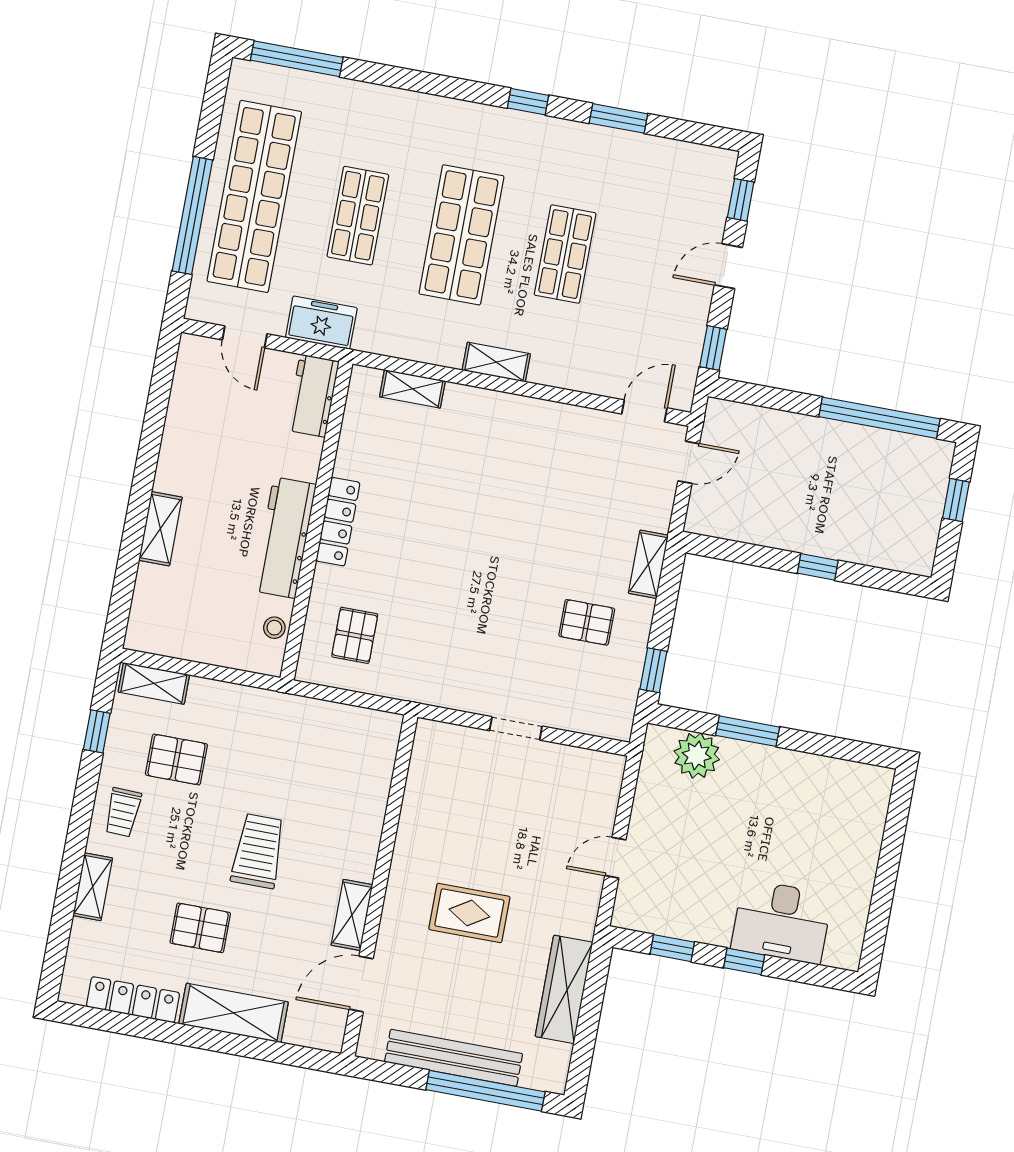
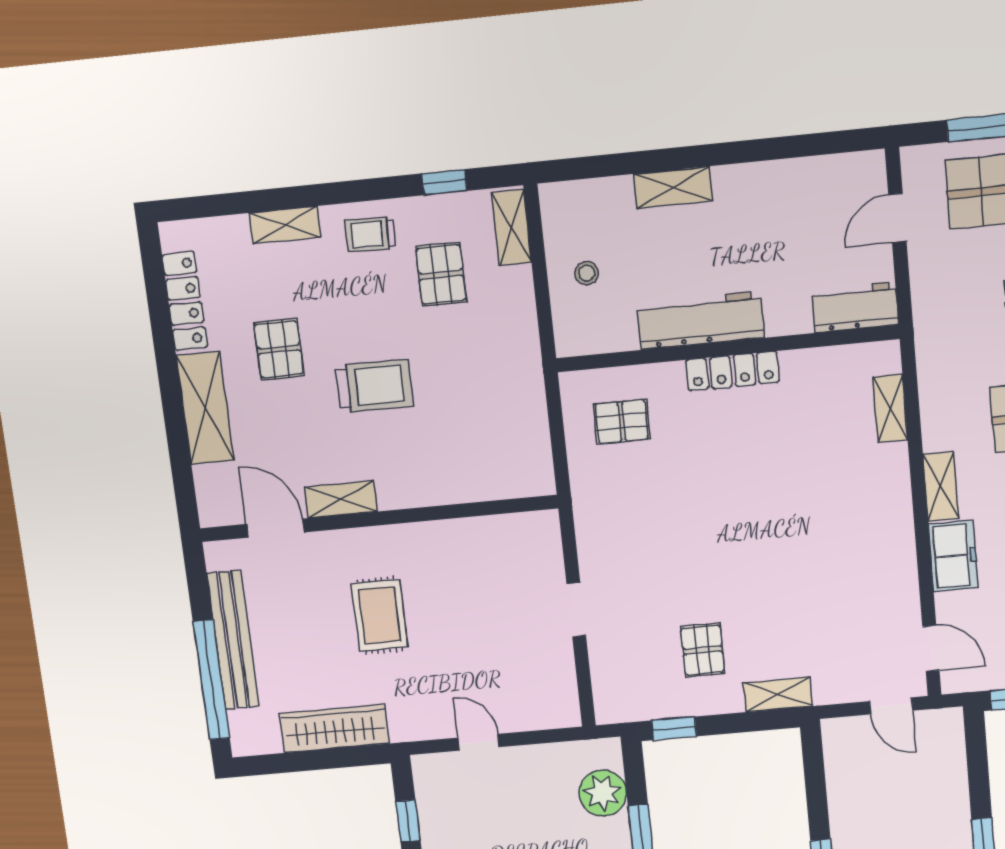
freezer: (321, 323) -> (953, 556), moved
stool: (274, 628) -> (587, 273), moved

